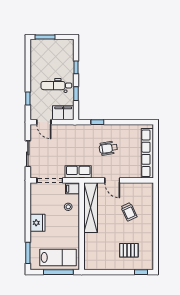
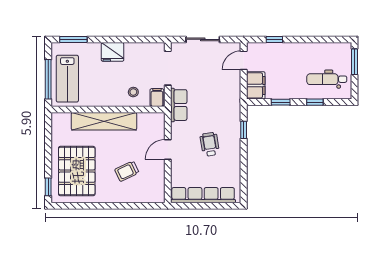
dental chair: (56, 86) -> (327, 79), moved, turned -90
shelving: (91, 208) -> (104, 121), moved
pallet: (129, 250) -> (77, 171), width x2.05, depth x2.00

